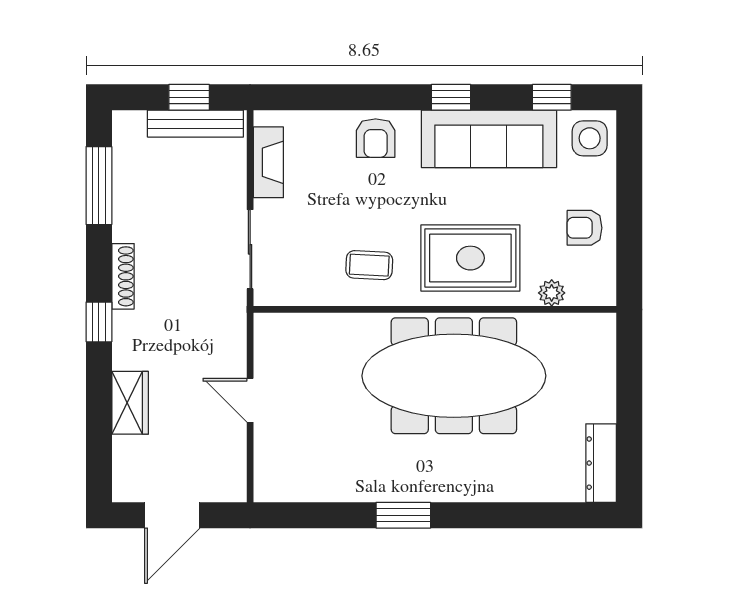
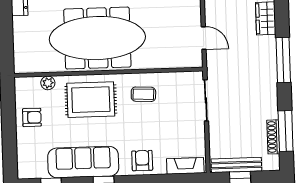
side table: (590, 138) -> (31, 164), removed
fireplace: (268, 162) -> (185, 166), moved, turned 90
shoe rack: (123, 276) -> (273, 137), moved
window: (99, 322) -> (283, 60), width x2.17
door: (250, 400) -> (204, 38), moved

